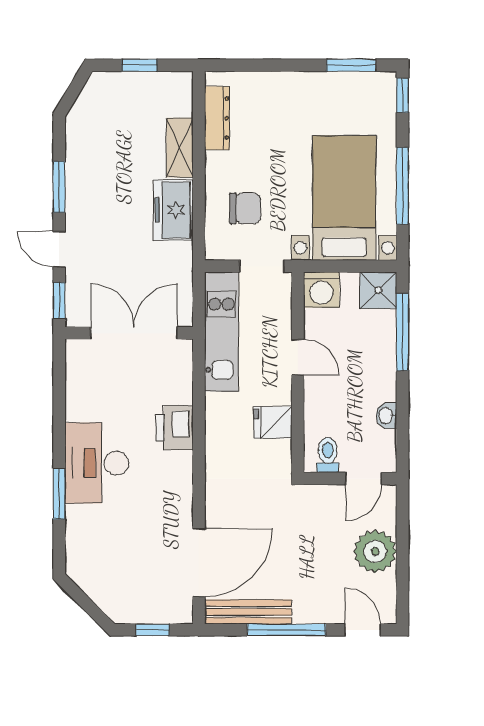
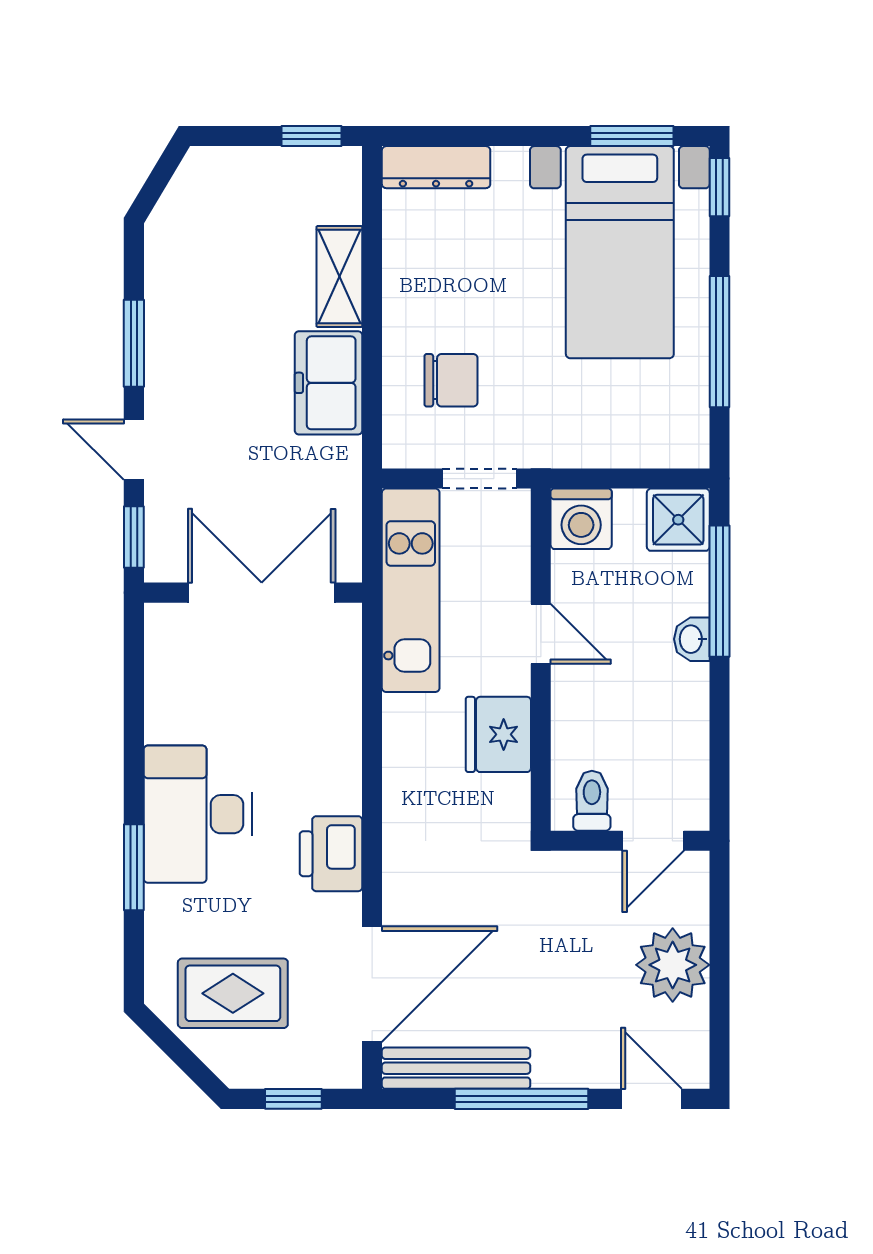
window: (140, 65) -> (312, 136), moved
dresser: (217, 118) -> (436, 167), moved, turned 90
bed with nightstands: (344, 198) -> (620, 252), moved, turned 180
washbasin: (386, 416) -> (692, 639), moved
fridge: (273, 422) -> (498, 734), width x1.38
printer: (175, 428) -> (331, 854), moved
rug: (117, 568) -> (233, 993), added

